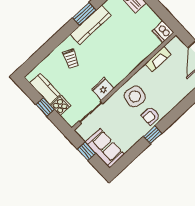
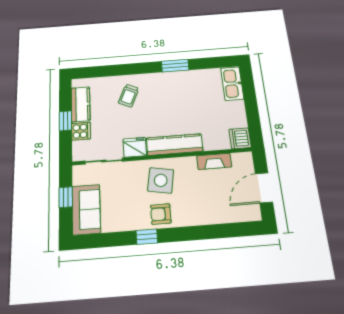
kitchen counter: (91, 25) -> (175, 145), moved, turned 180

